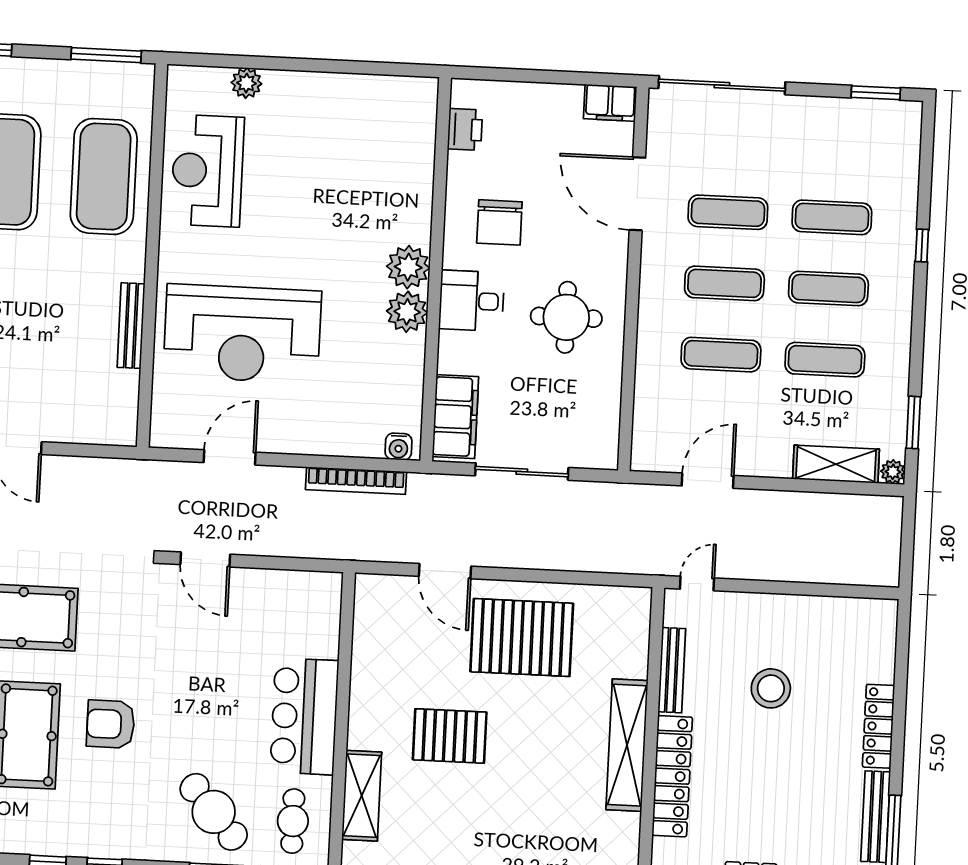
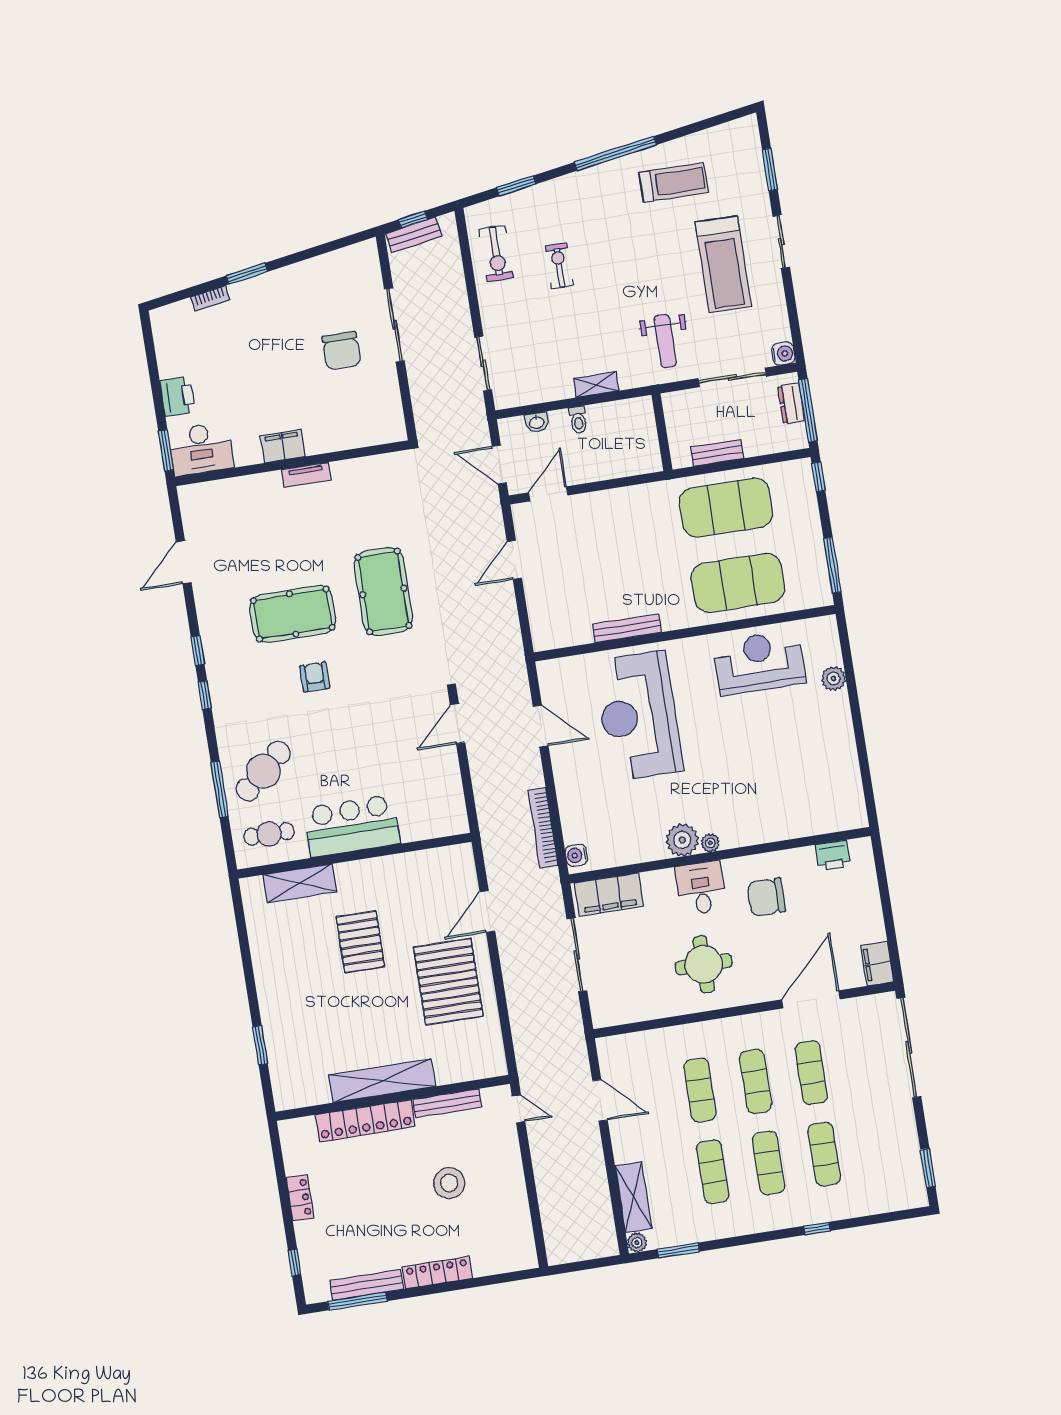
plant: (408, 267) -> (710, 843), width x0.53, depth x0.53
armchair: (111, 724) -> (315, 677), width x0.72, depth x0.72

